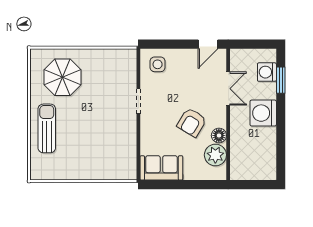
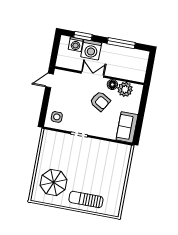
door: (208, 44) -> (49, 80), swing flipped
double door: (228, 89) -> (93, 74), moved
washing machine: (263, 113) -> (91, 50), moved
window: (281, 137) -> (121, 43), added

